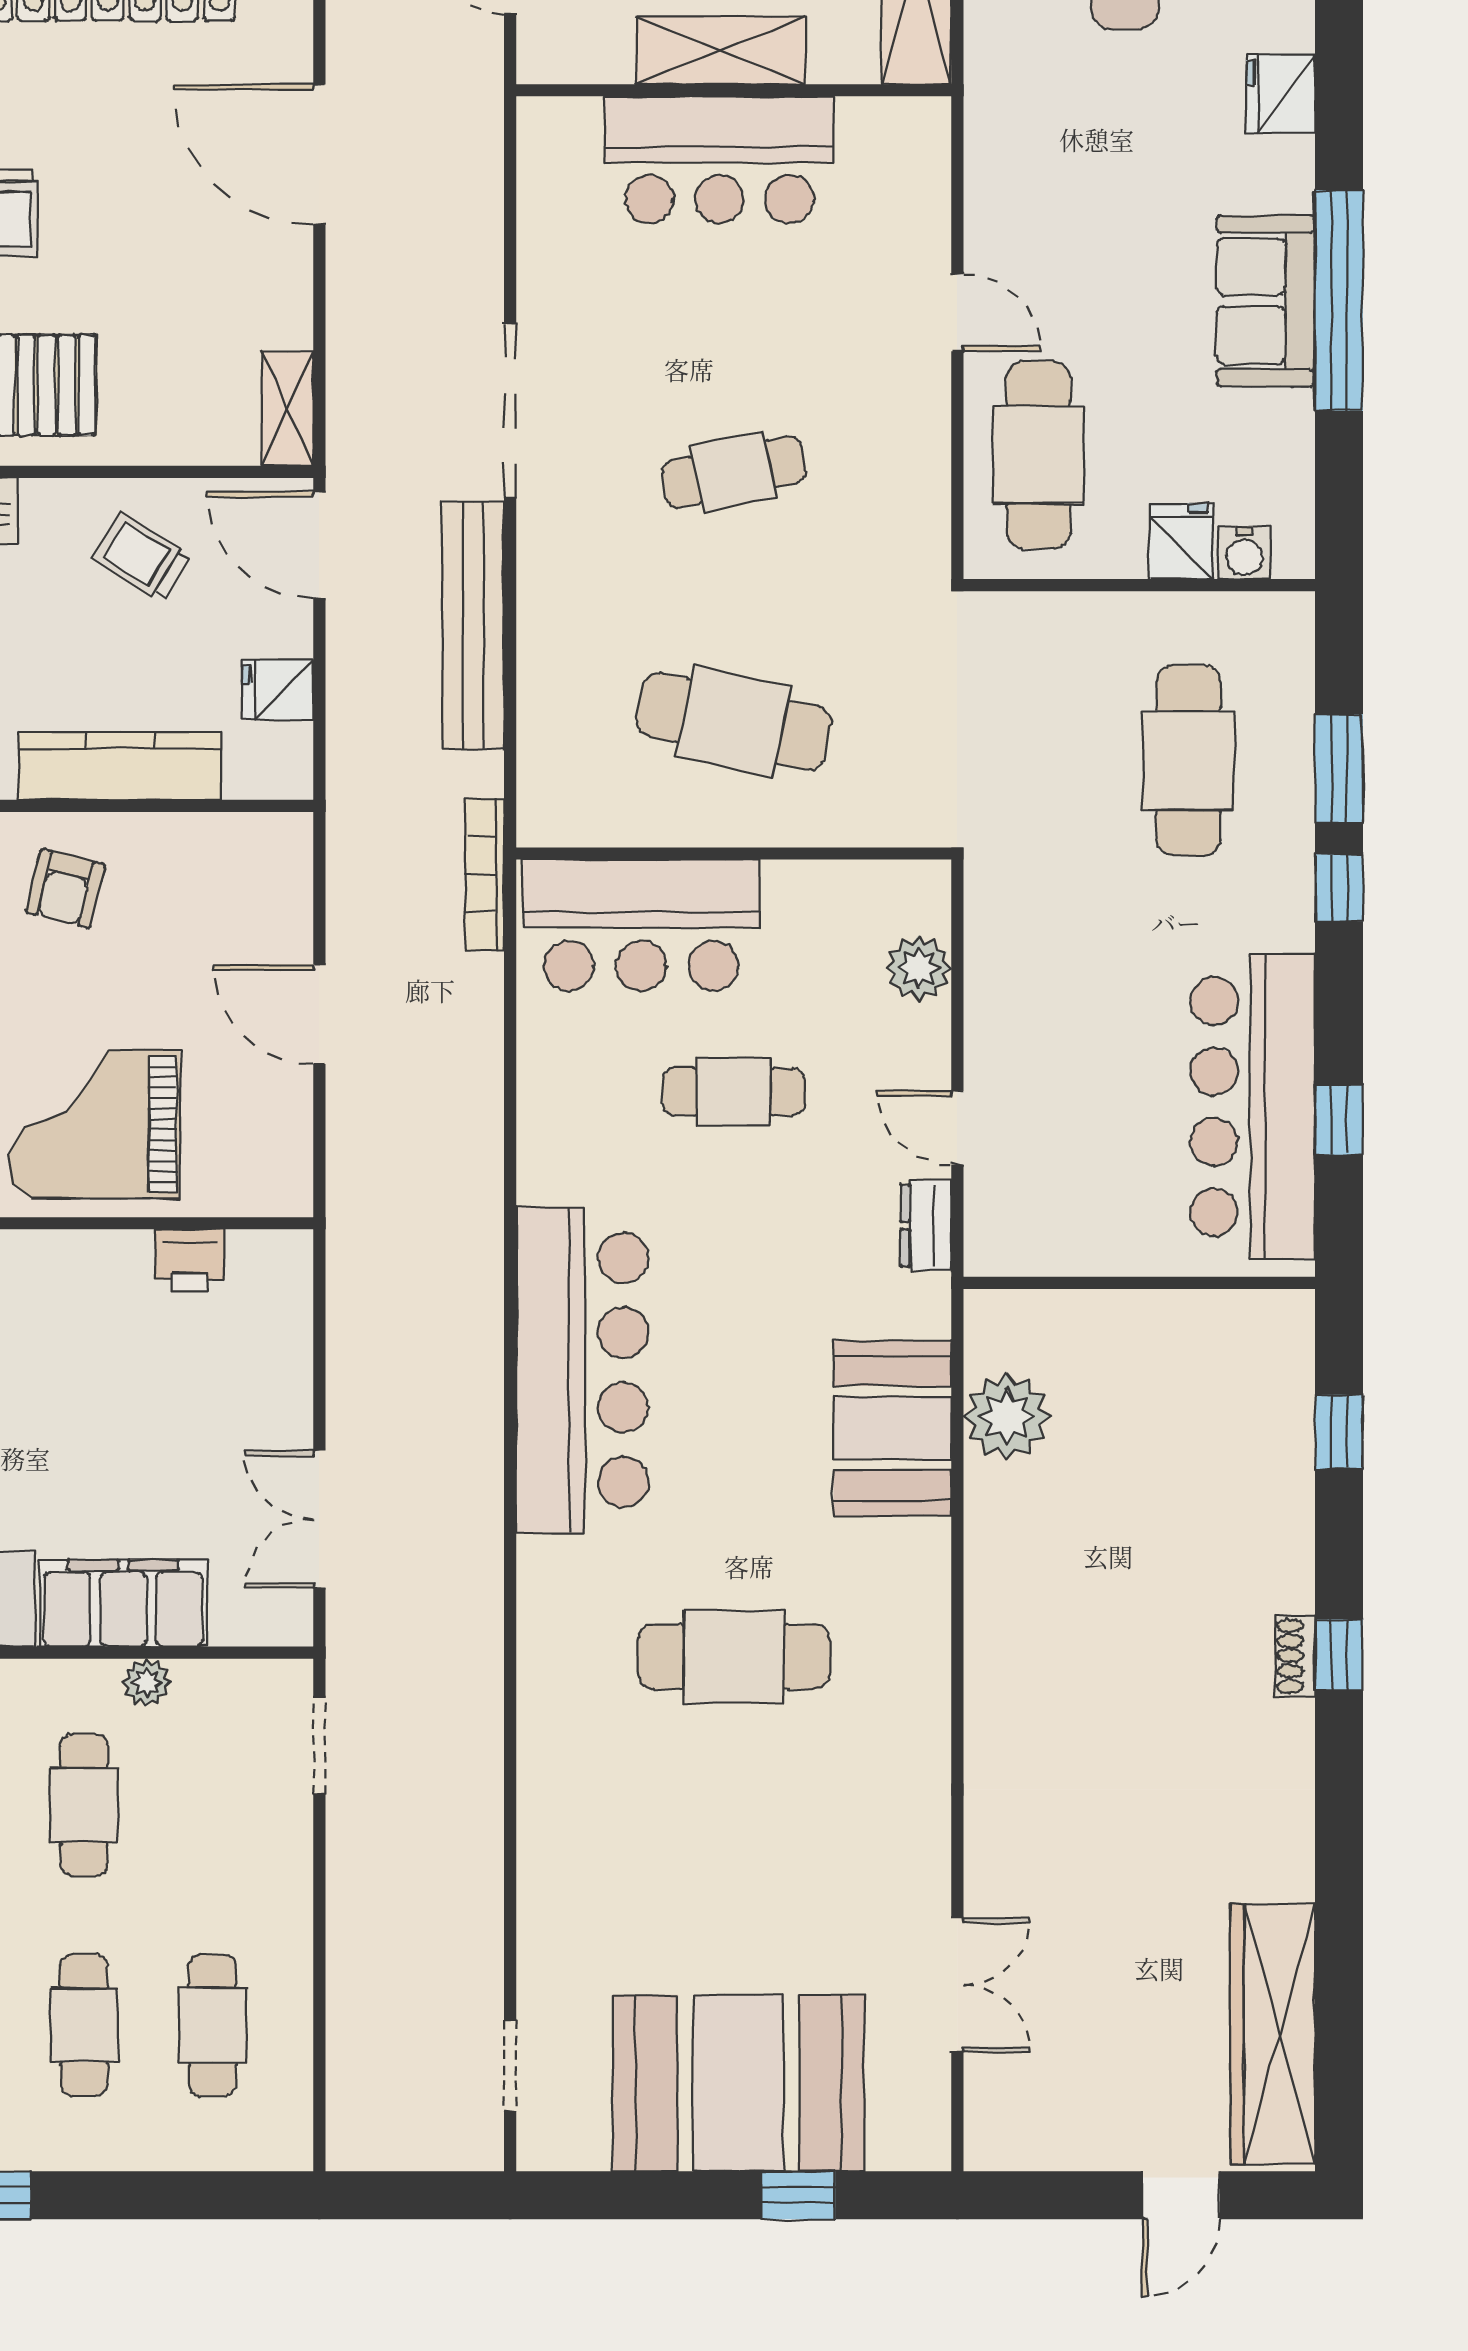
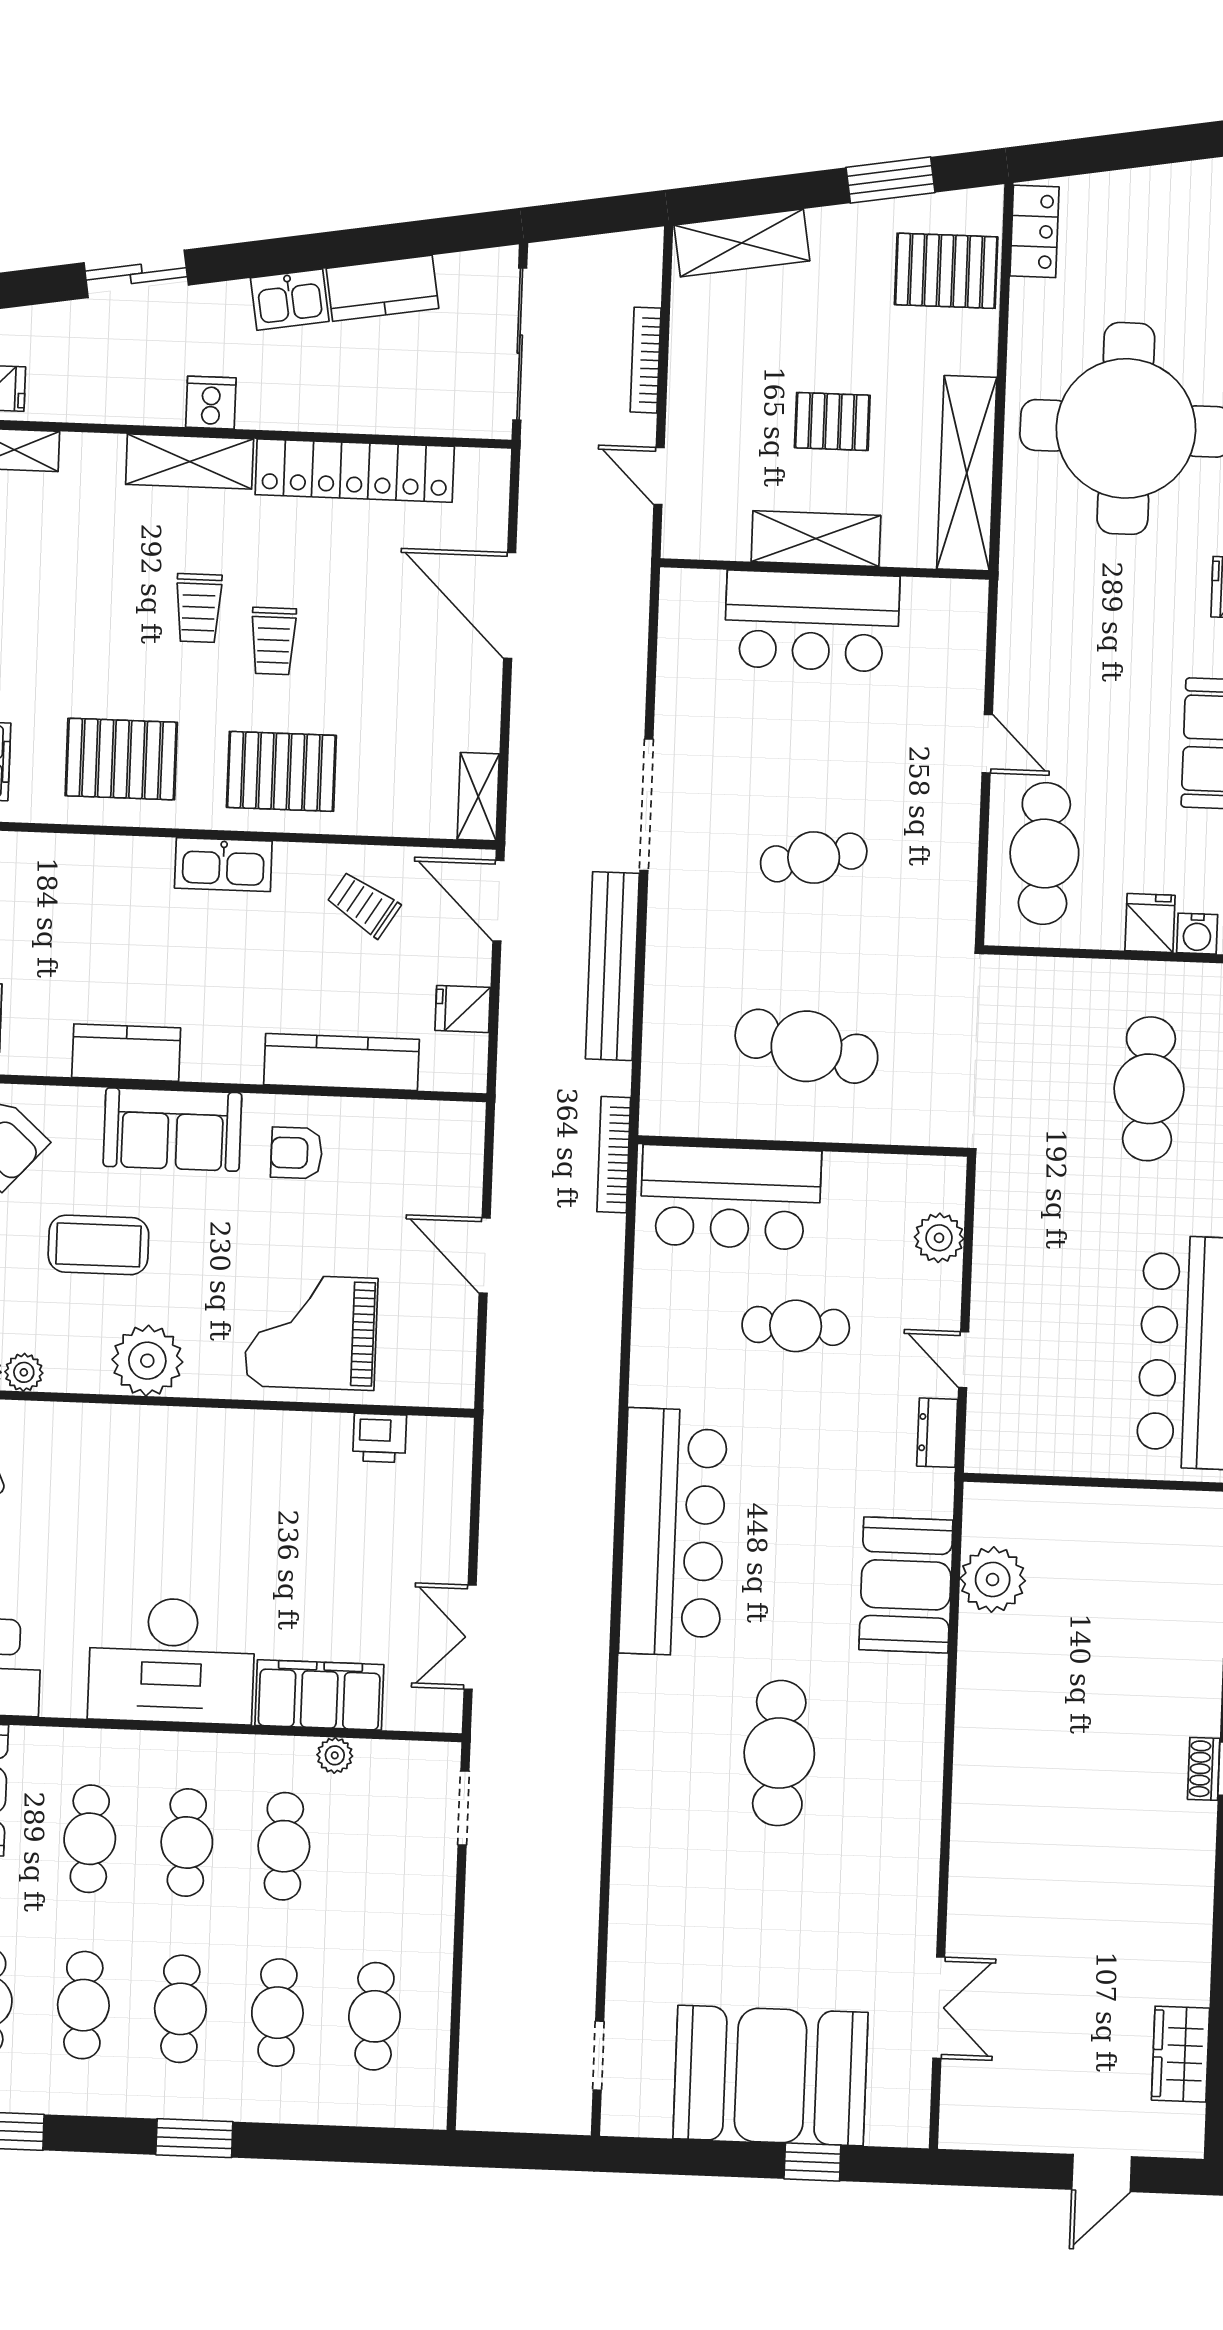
armchair: (65, 888) -> (296, 1153), turned 76
cafe table: (734, 1657) -> (779, 1753), turned 90
wardrobe: (1273, 2034) -> (1181, 2054), width x0.48, depth x0.85

